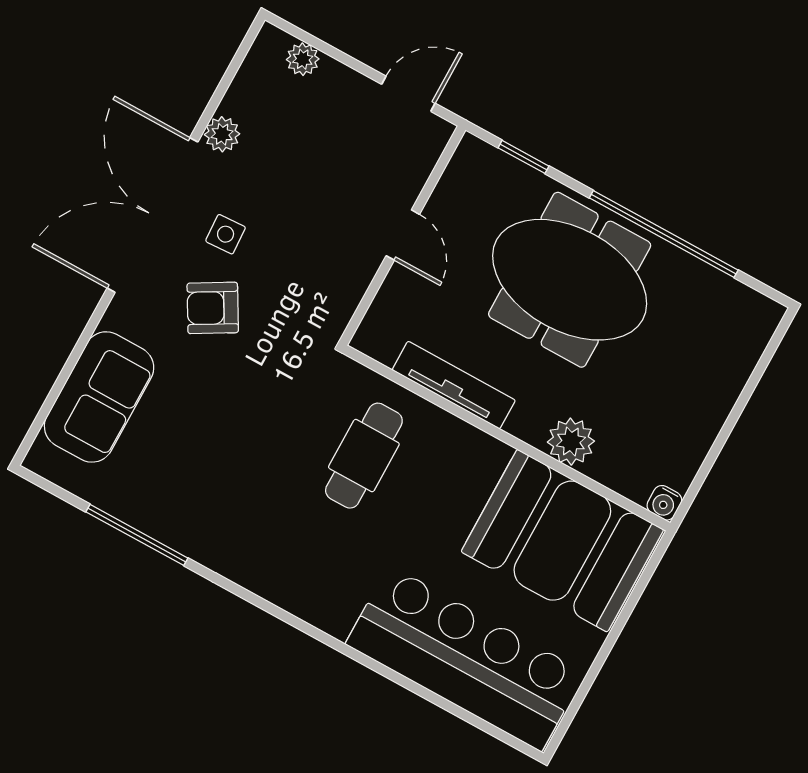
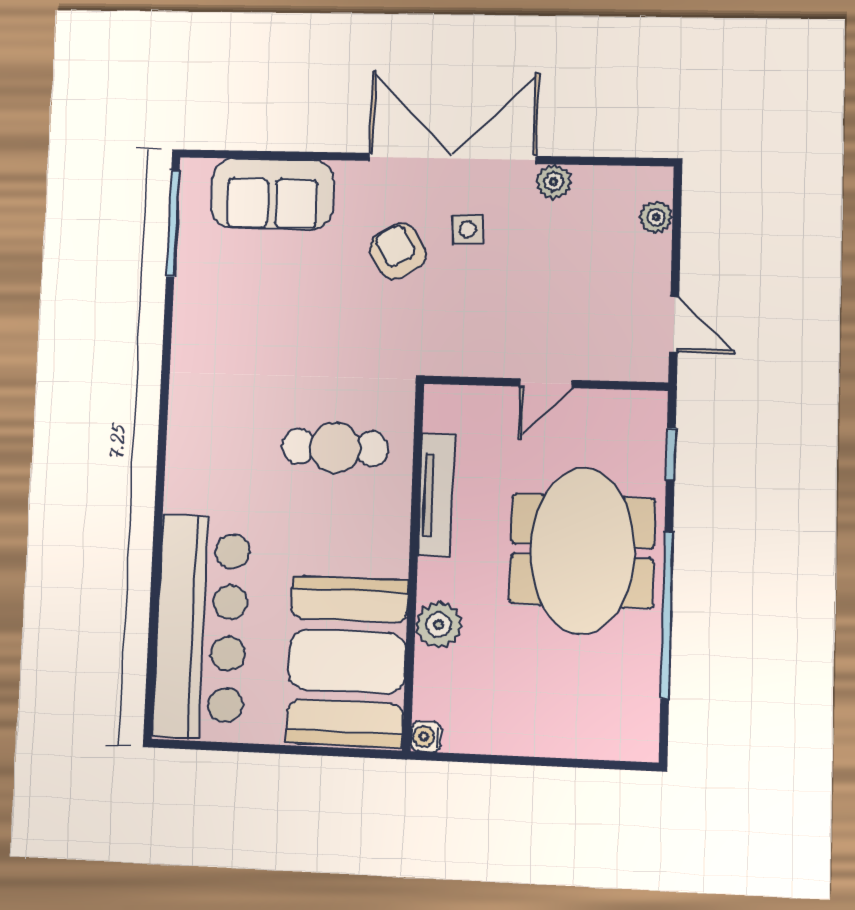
window: (137, 535) -> (173, 223), moved

